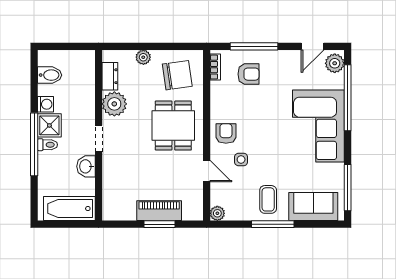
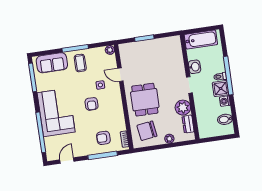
plant: (335, 63) -> (52, 152), removed
armchair: (226, 134) -> (92, 104), moved
piano: (159, 211) -> (146, 46), removed

